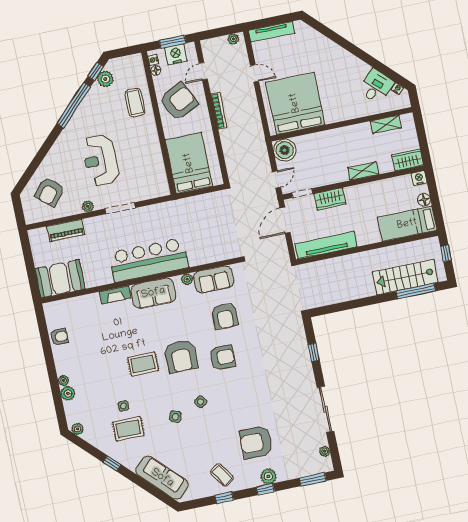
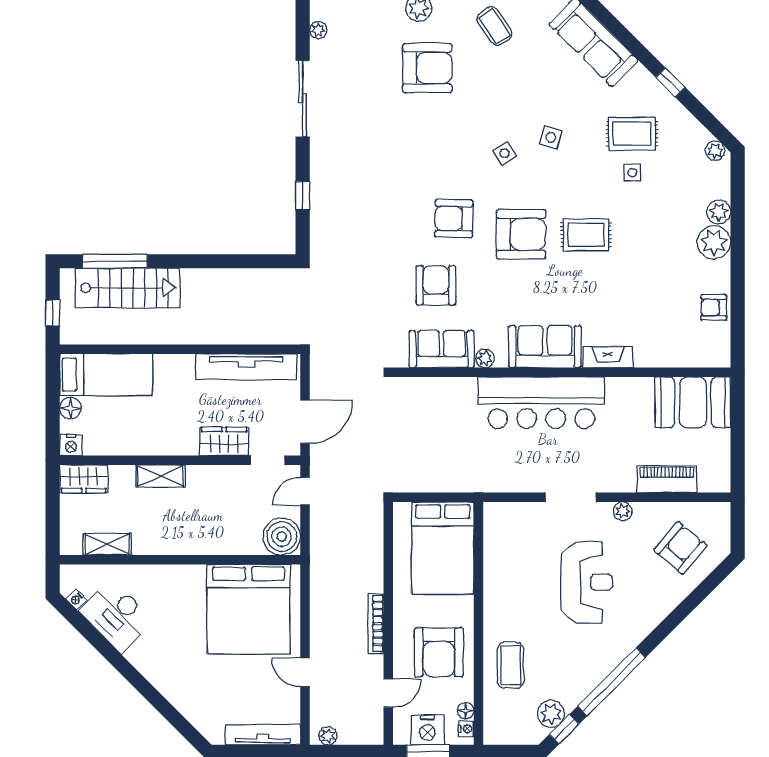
desk: (376, 86) -> (117, 616), width x1.37
armchair: (178, 101) -> (439, 652), turned -64
armchair: (181, 356) -> (521, 234), turned 90
plant: (63, 380) -> (714, 242), width x1.88, depth x1.88

